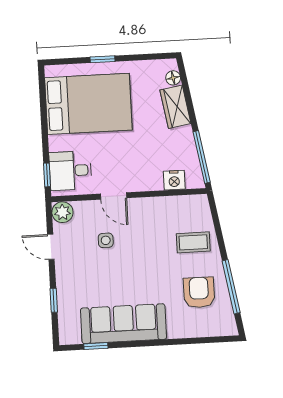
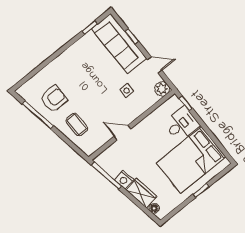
desk: (70, 171) -> (181, 124), moved
nightstand: (174, 180) -> (124, 180), moved, turned -100
door: (114, 196) -> (122, 133), moved
coffee table: (193, 242) -> (77, 125), turned 90
armchair: (199, 292) -> (54, 99), turned -90
sofa: (124, 324) -> (119, 44), moved, turned 90

